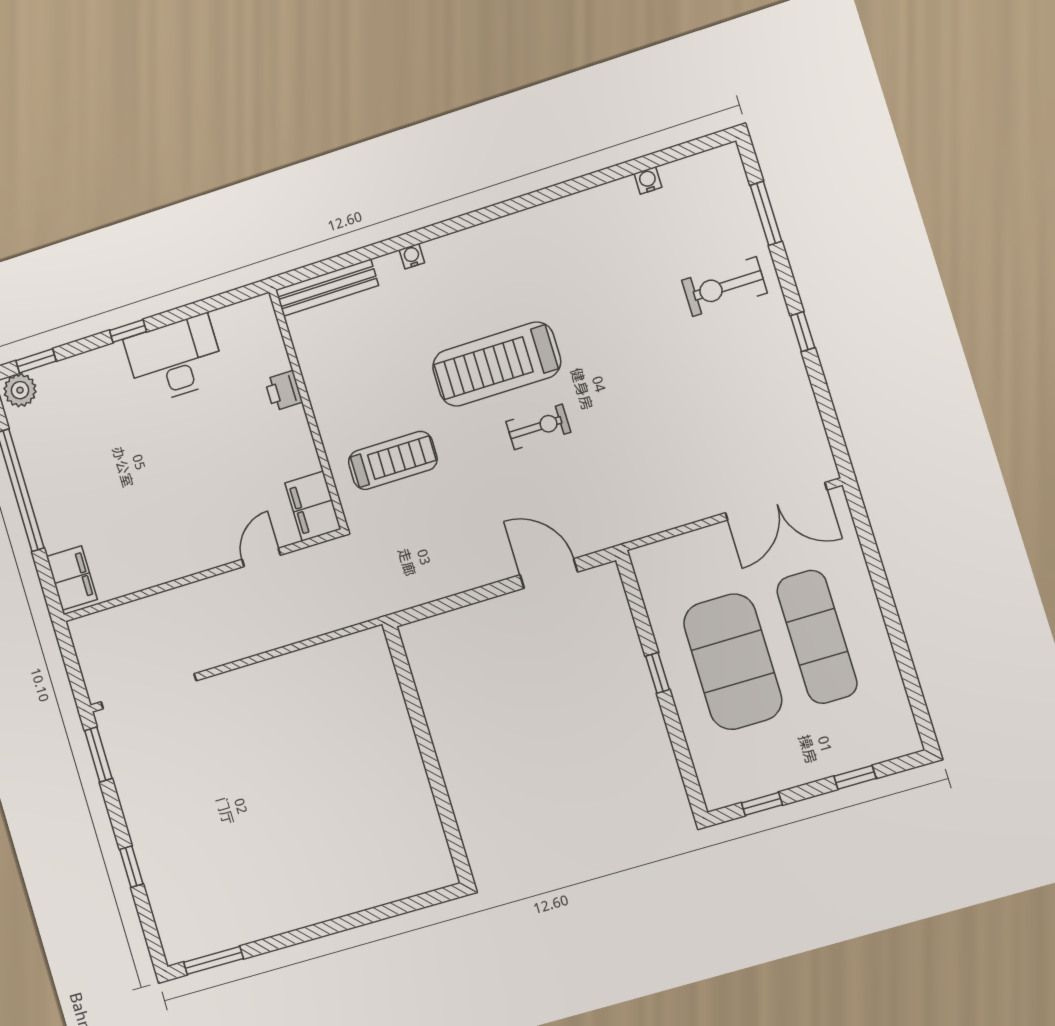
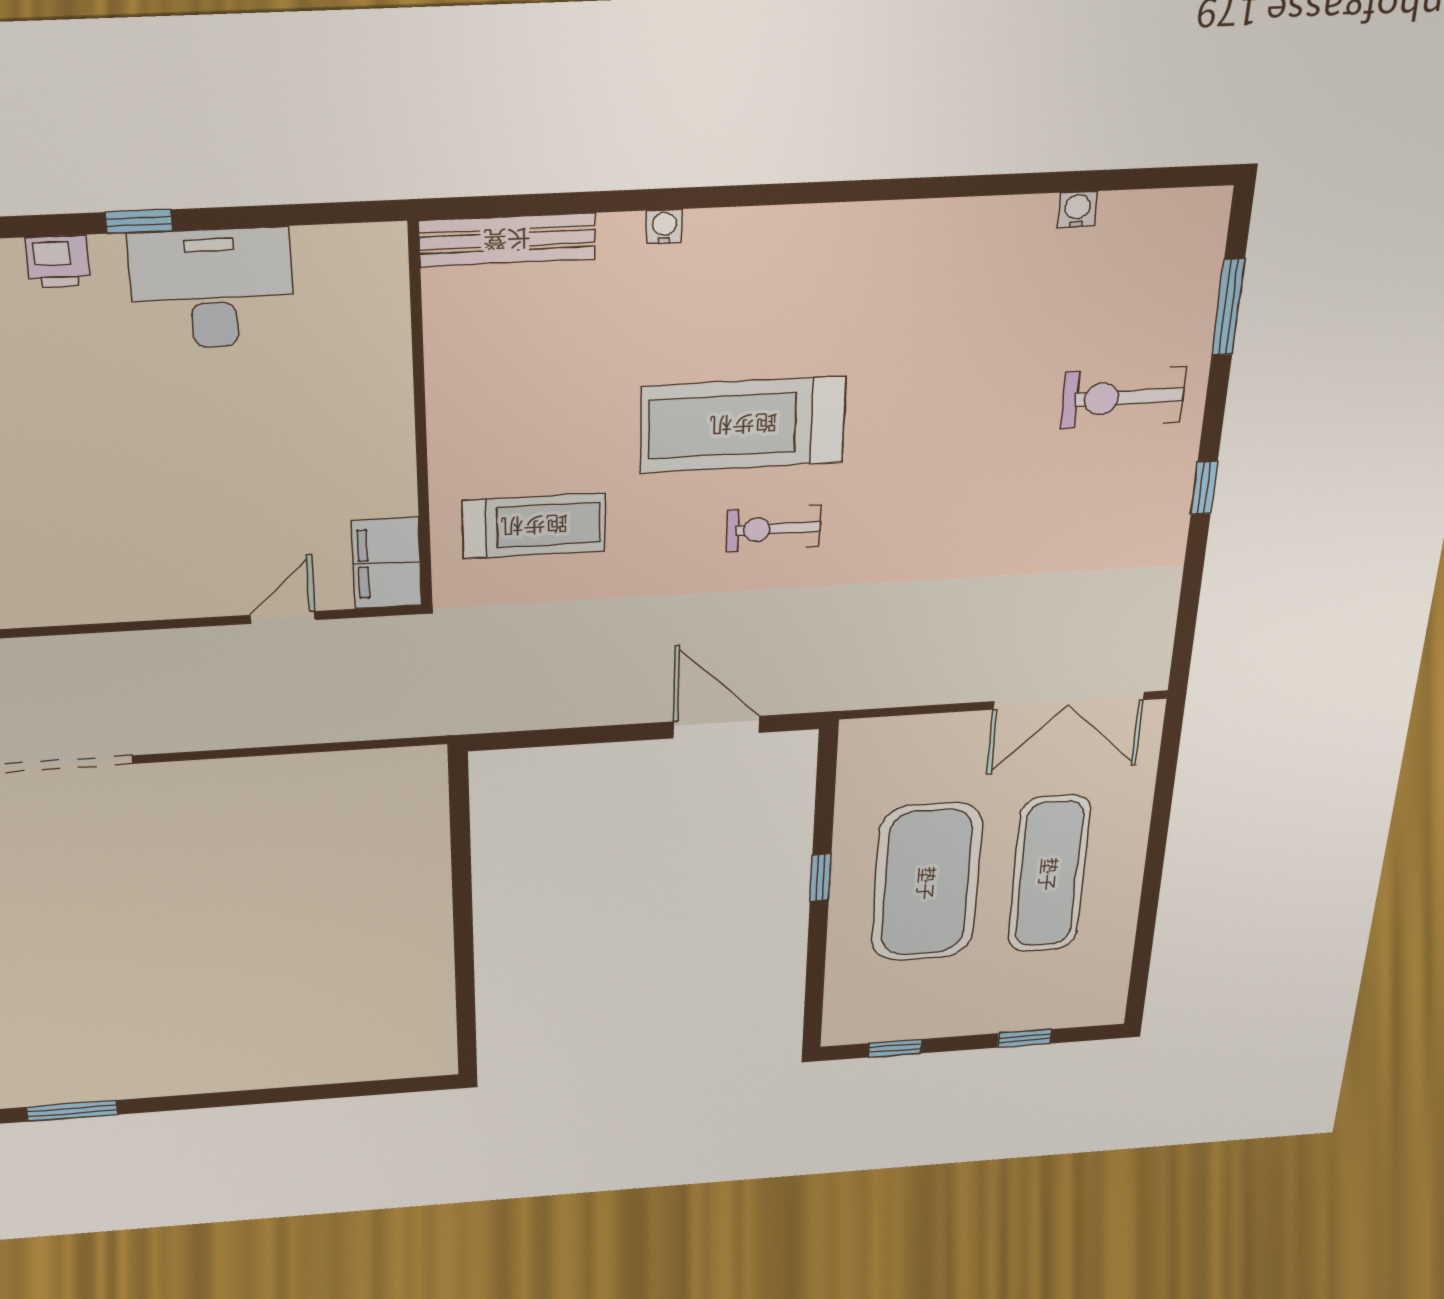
printer: (284, 391) -> (58, 262), moved, turned -90
exercise bike: (538, 427) -> (774, 529), turned 180

